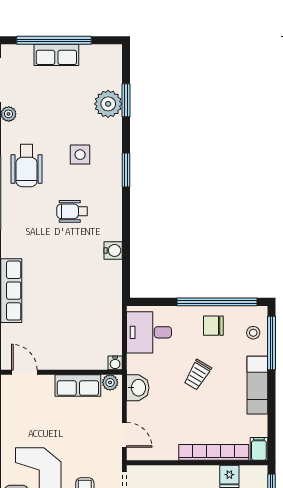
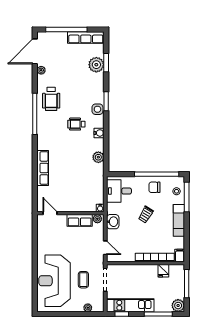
row of seats: (56, 55) -> (86, 38), moved, width x1.48
side table: (80, 155) -> (97, 109), moved
water cooler: (113, 250) -> (99, 133), moved
plant: (112, 271) -> (98, 157), added

